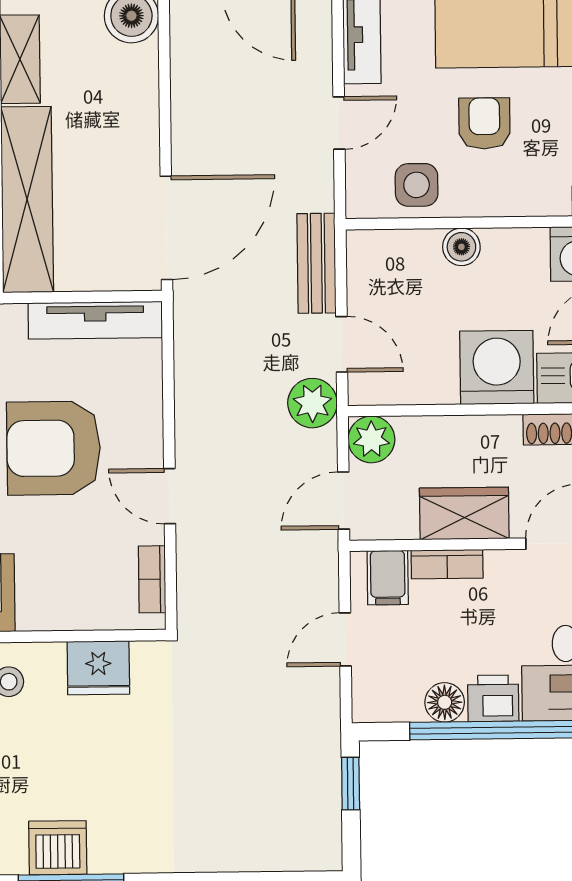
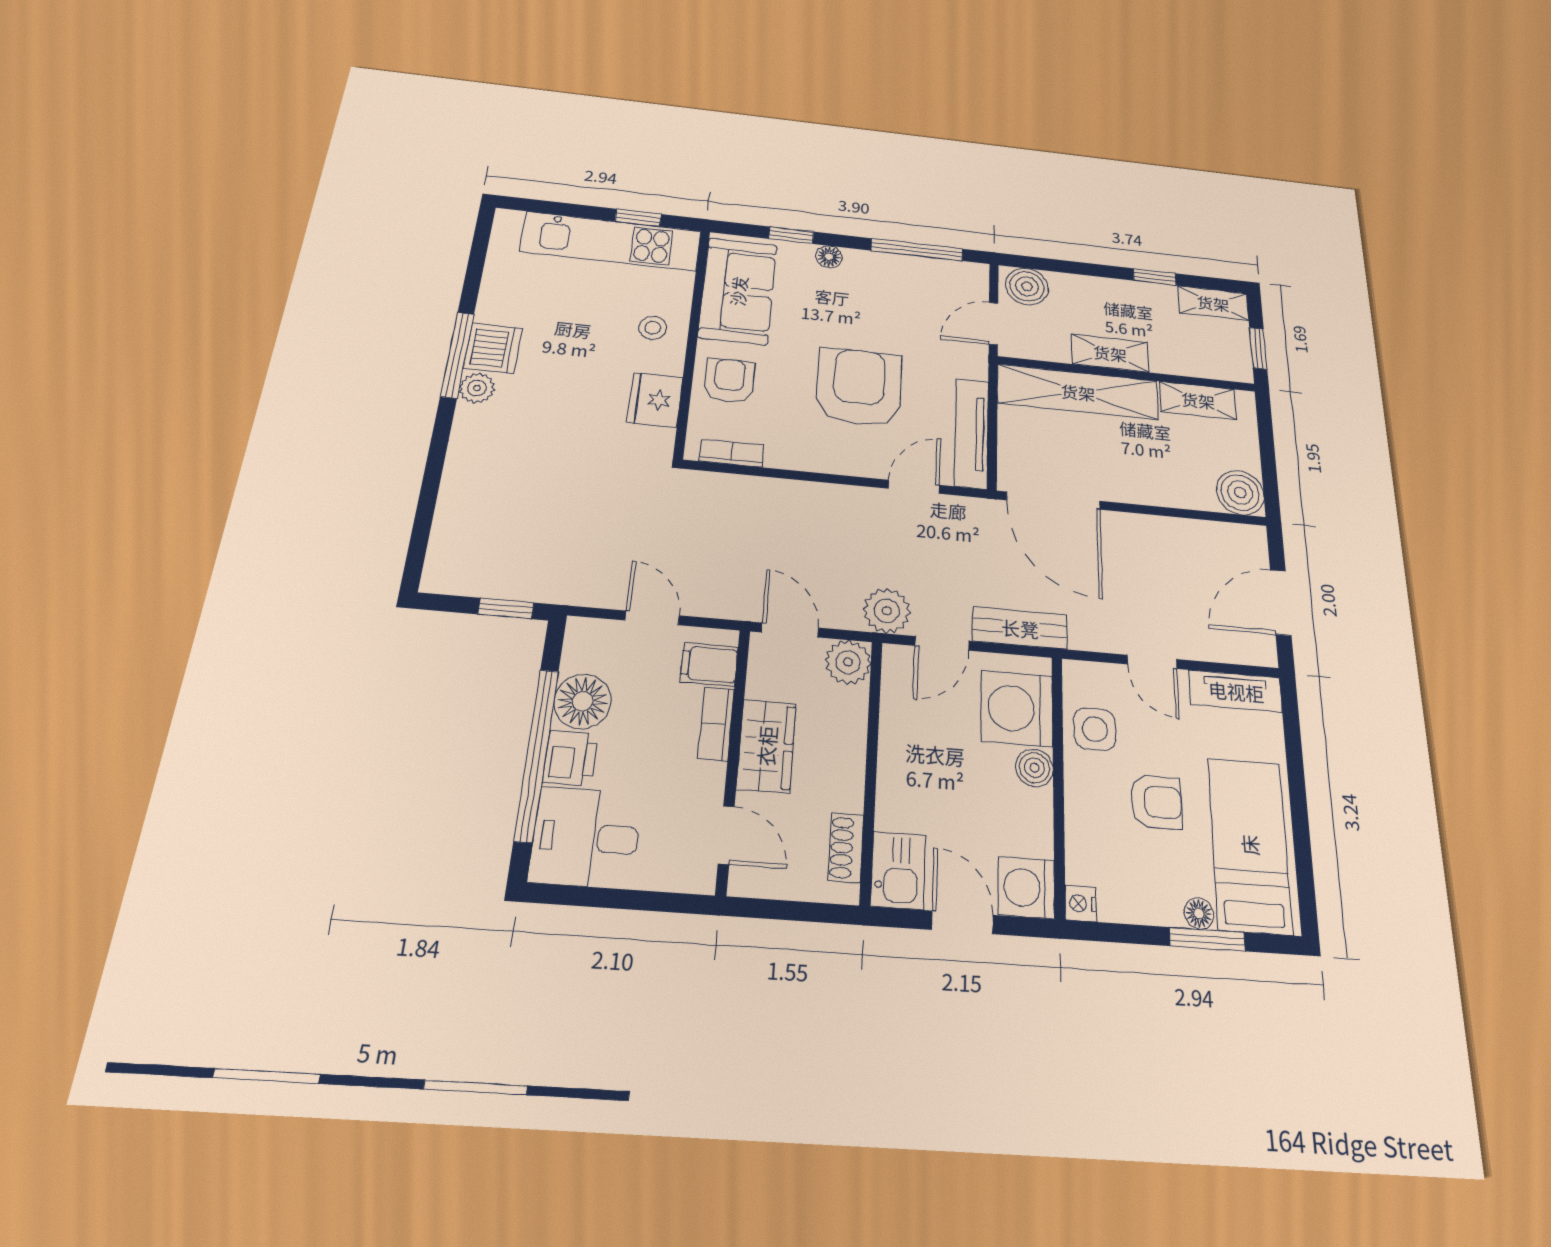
washing machine: (497, 367) -> (1017, 709), moved, turned 180
door: (170, 496) -> (914, 487), moved
armchair: (64, 591) -> (729, 381), added
floor lamp: (445, 702) -> (583, 701), width x1.38, depth x1.38
plant: (108, 856) -> (477, 388), added

